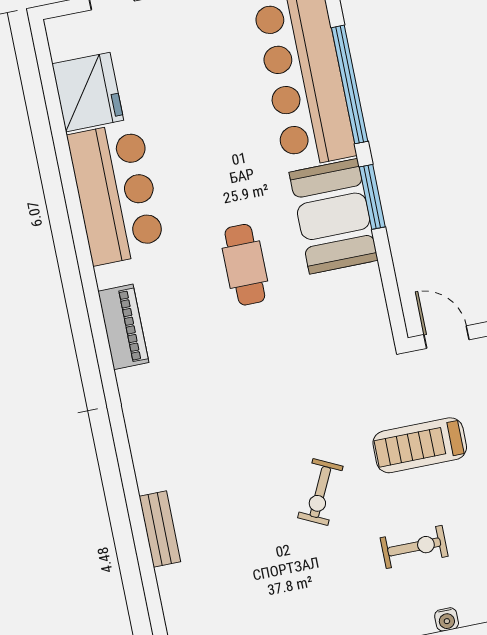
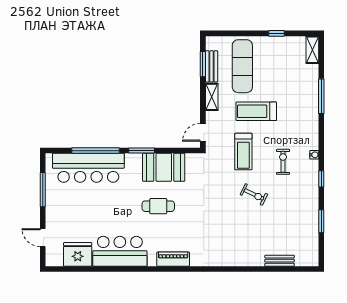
booth: (334, 216) -> (164, 167), moved
bench: (160, 529) -> (280, 261), moved

